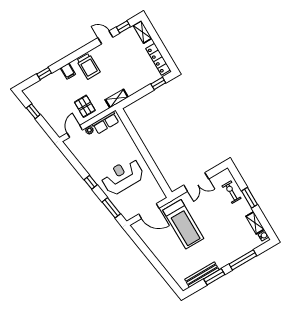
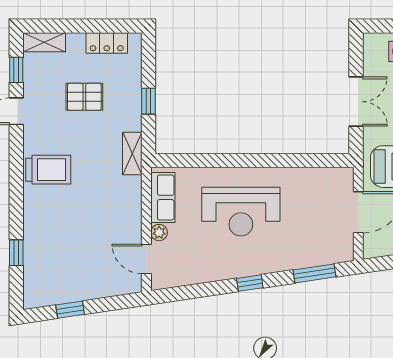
locker: (158, 59) -> (107, 43), width x0.66
filing cabinet: (68, 71) -> (36, 210), removed
window: (158, 83) -> (149, 101), moved
pallet: (85, 106) -> (84, 97), moved
reception desk: (122, 176) -> (241, 212), moved, turned -90

